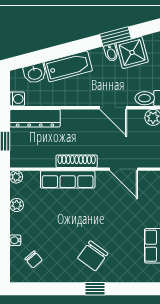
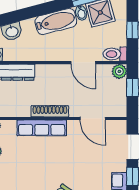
bathtub: (68, 66) -> (56, 21), moved

